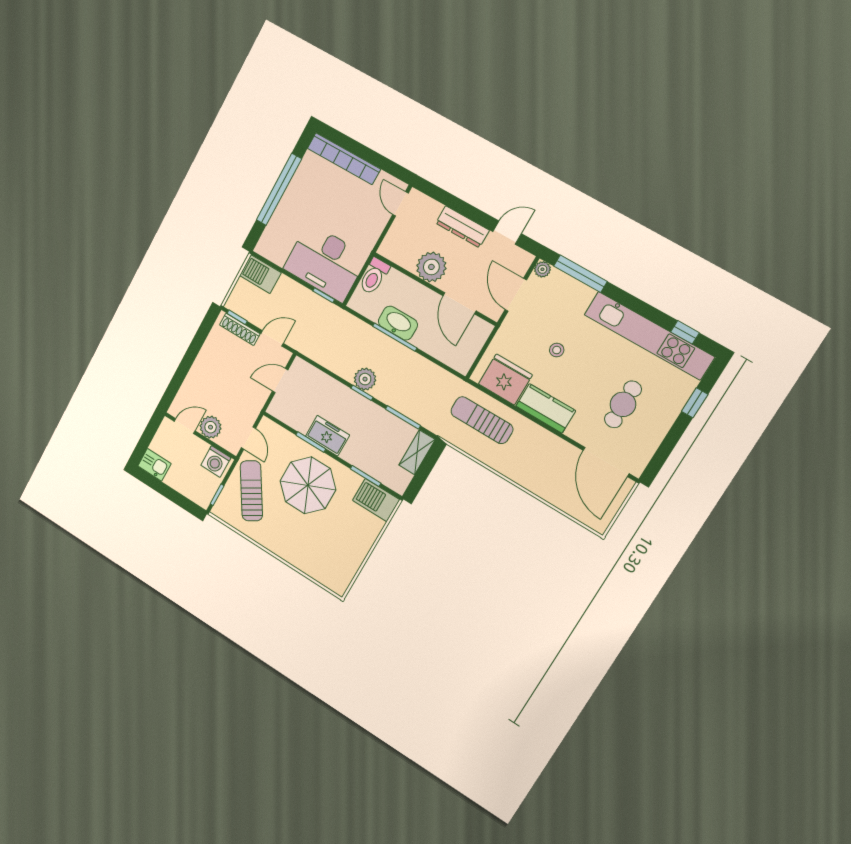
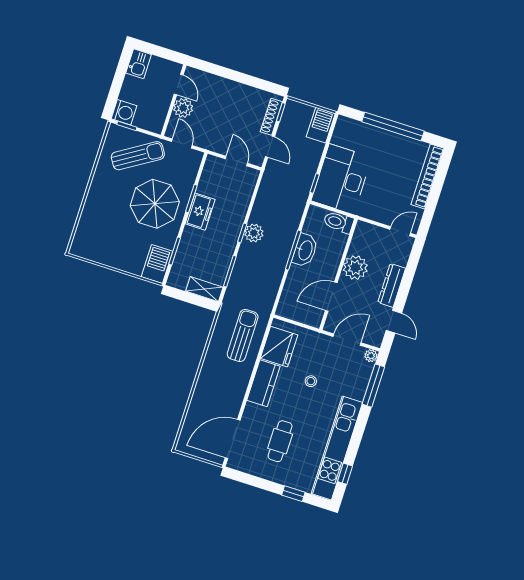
cafe table: (623, 404) -> (280, 441), turned 90
door: (248, 438) -> (182, 144), swing flipped
washing machine: (216, 462) -> (124, 112), moved, turned 180

